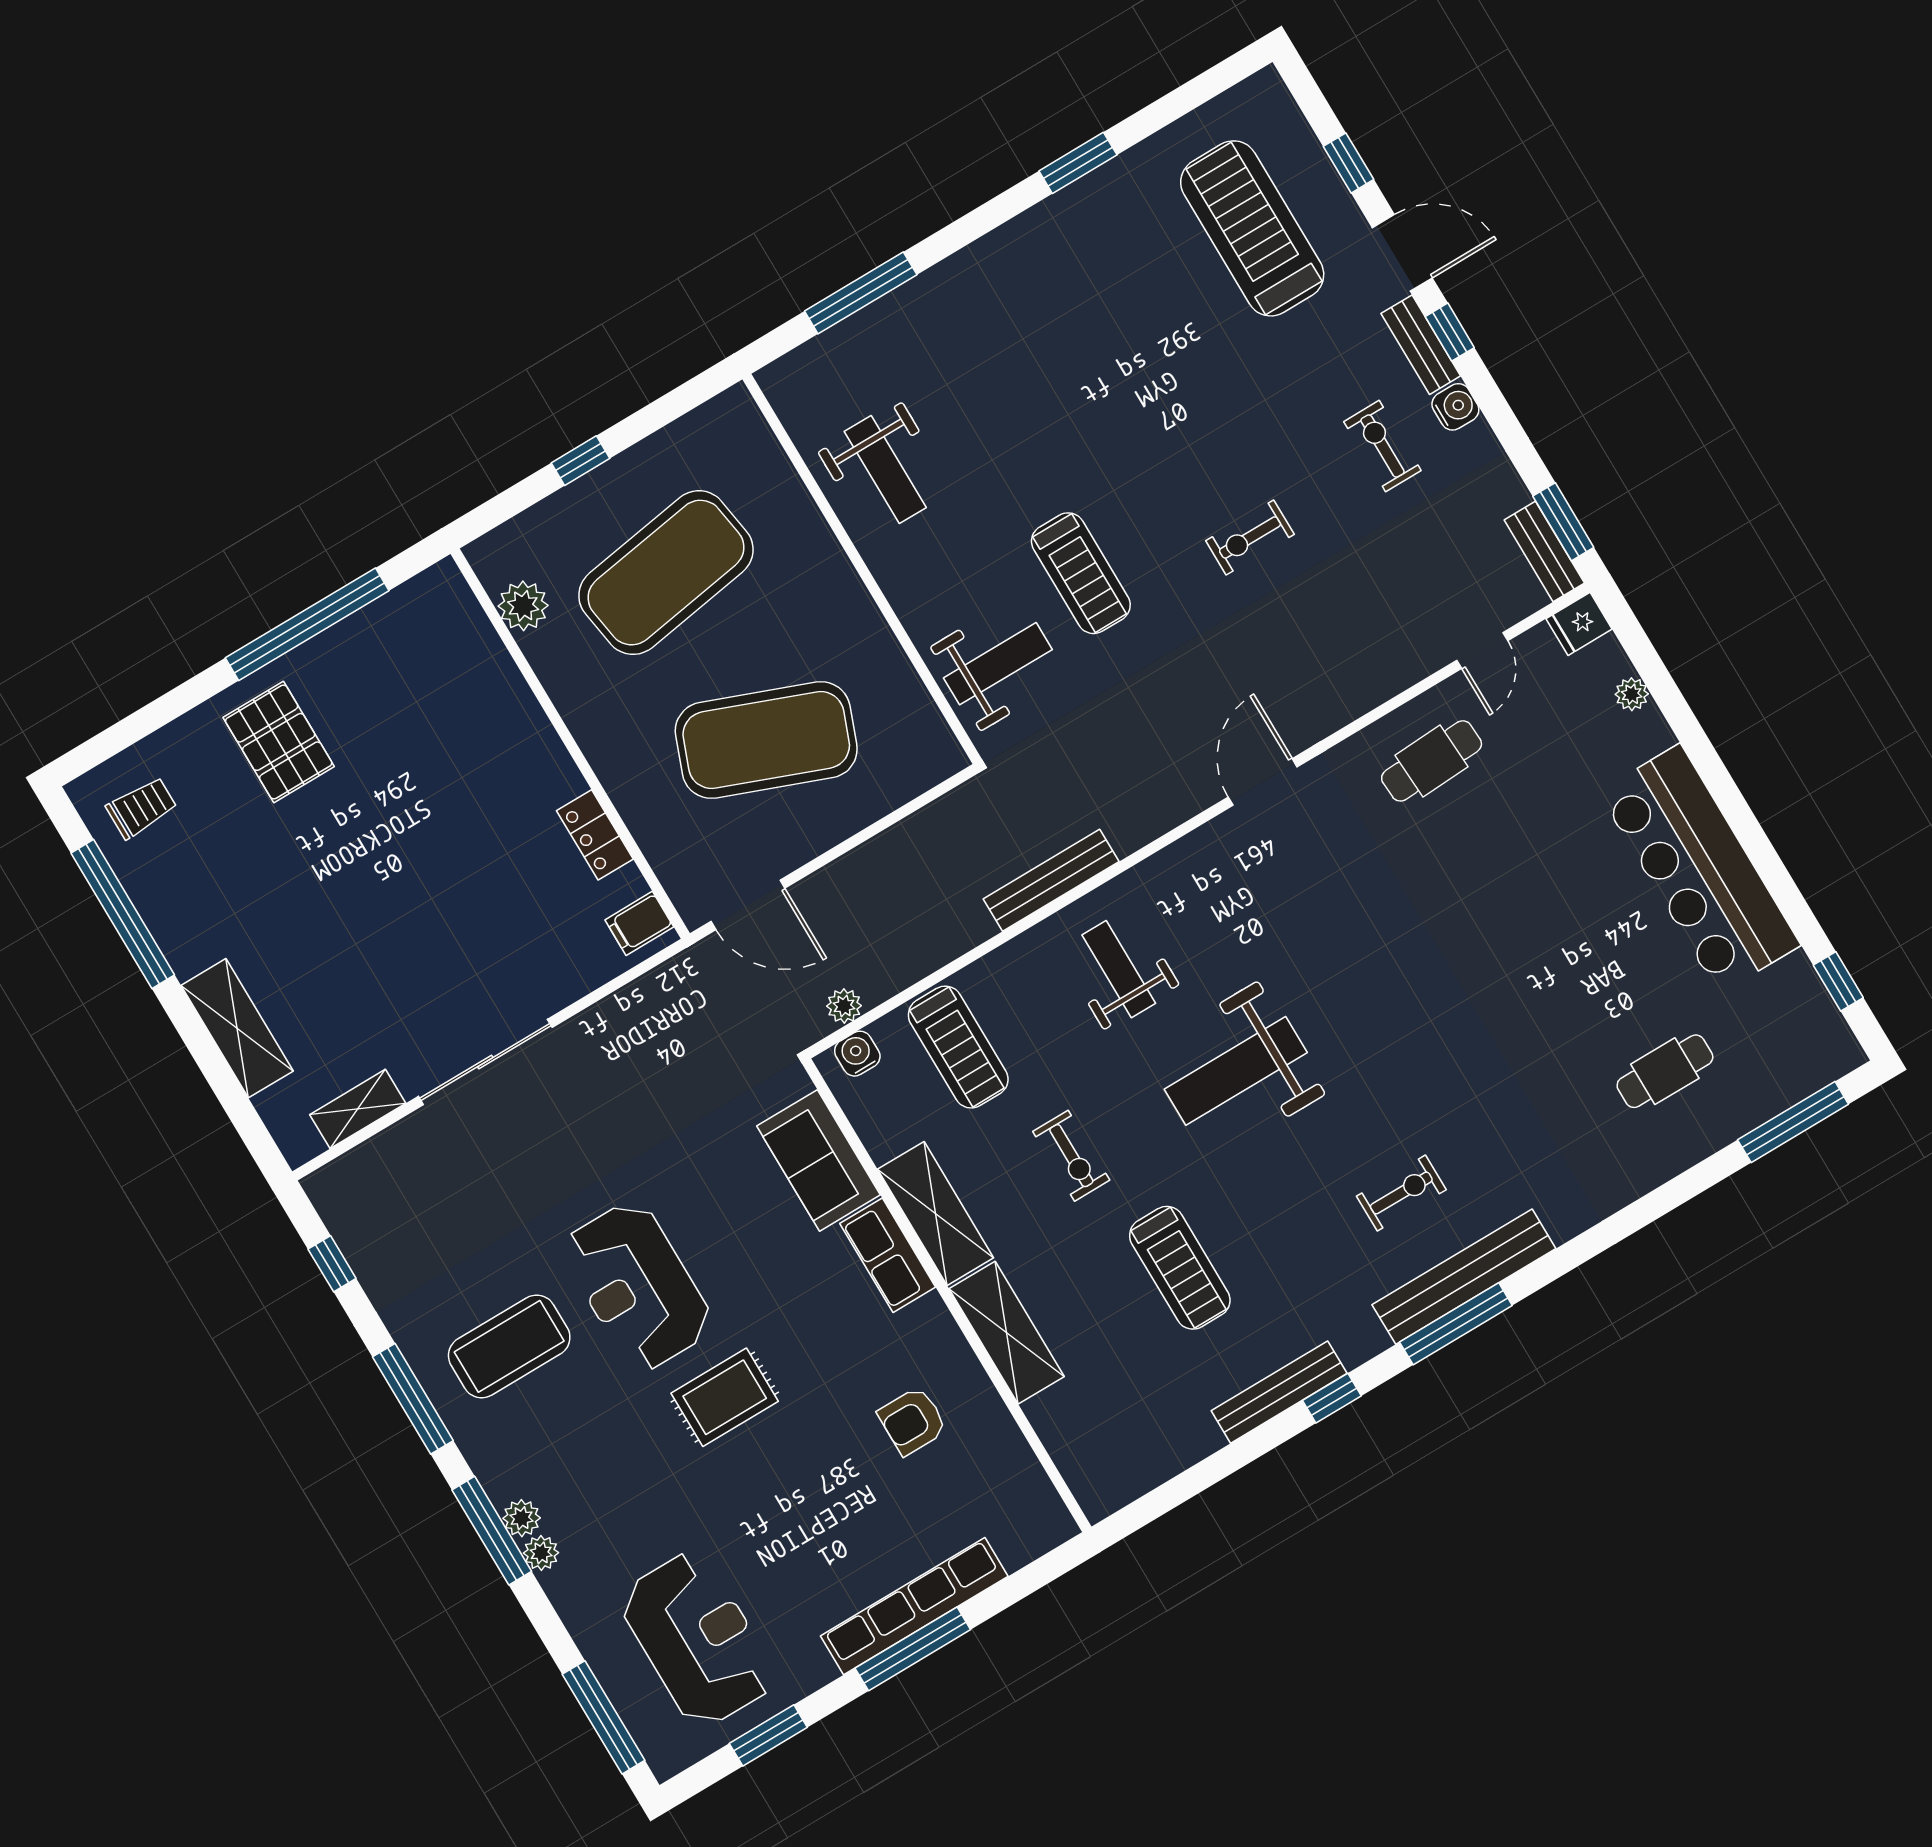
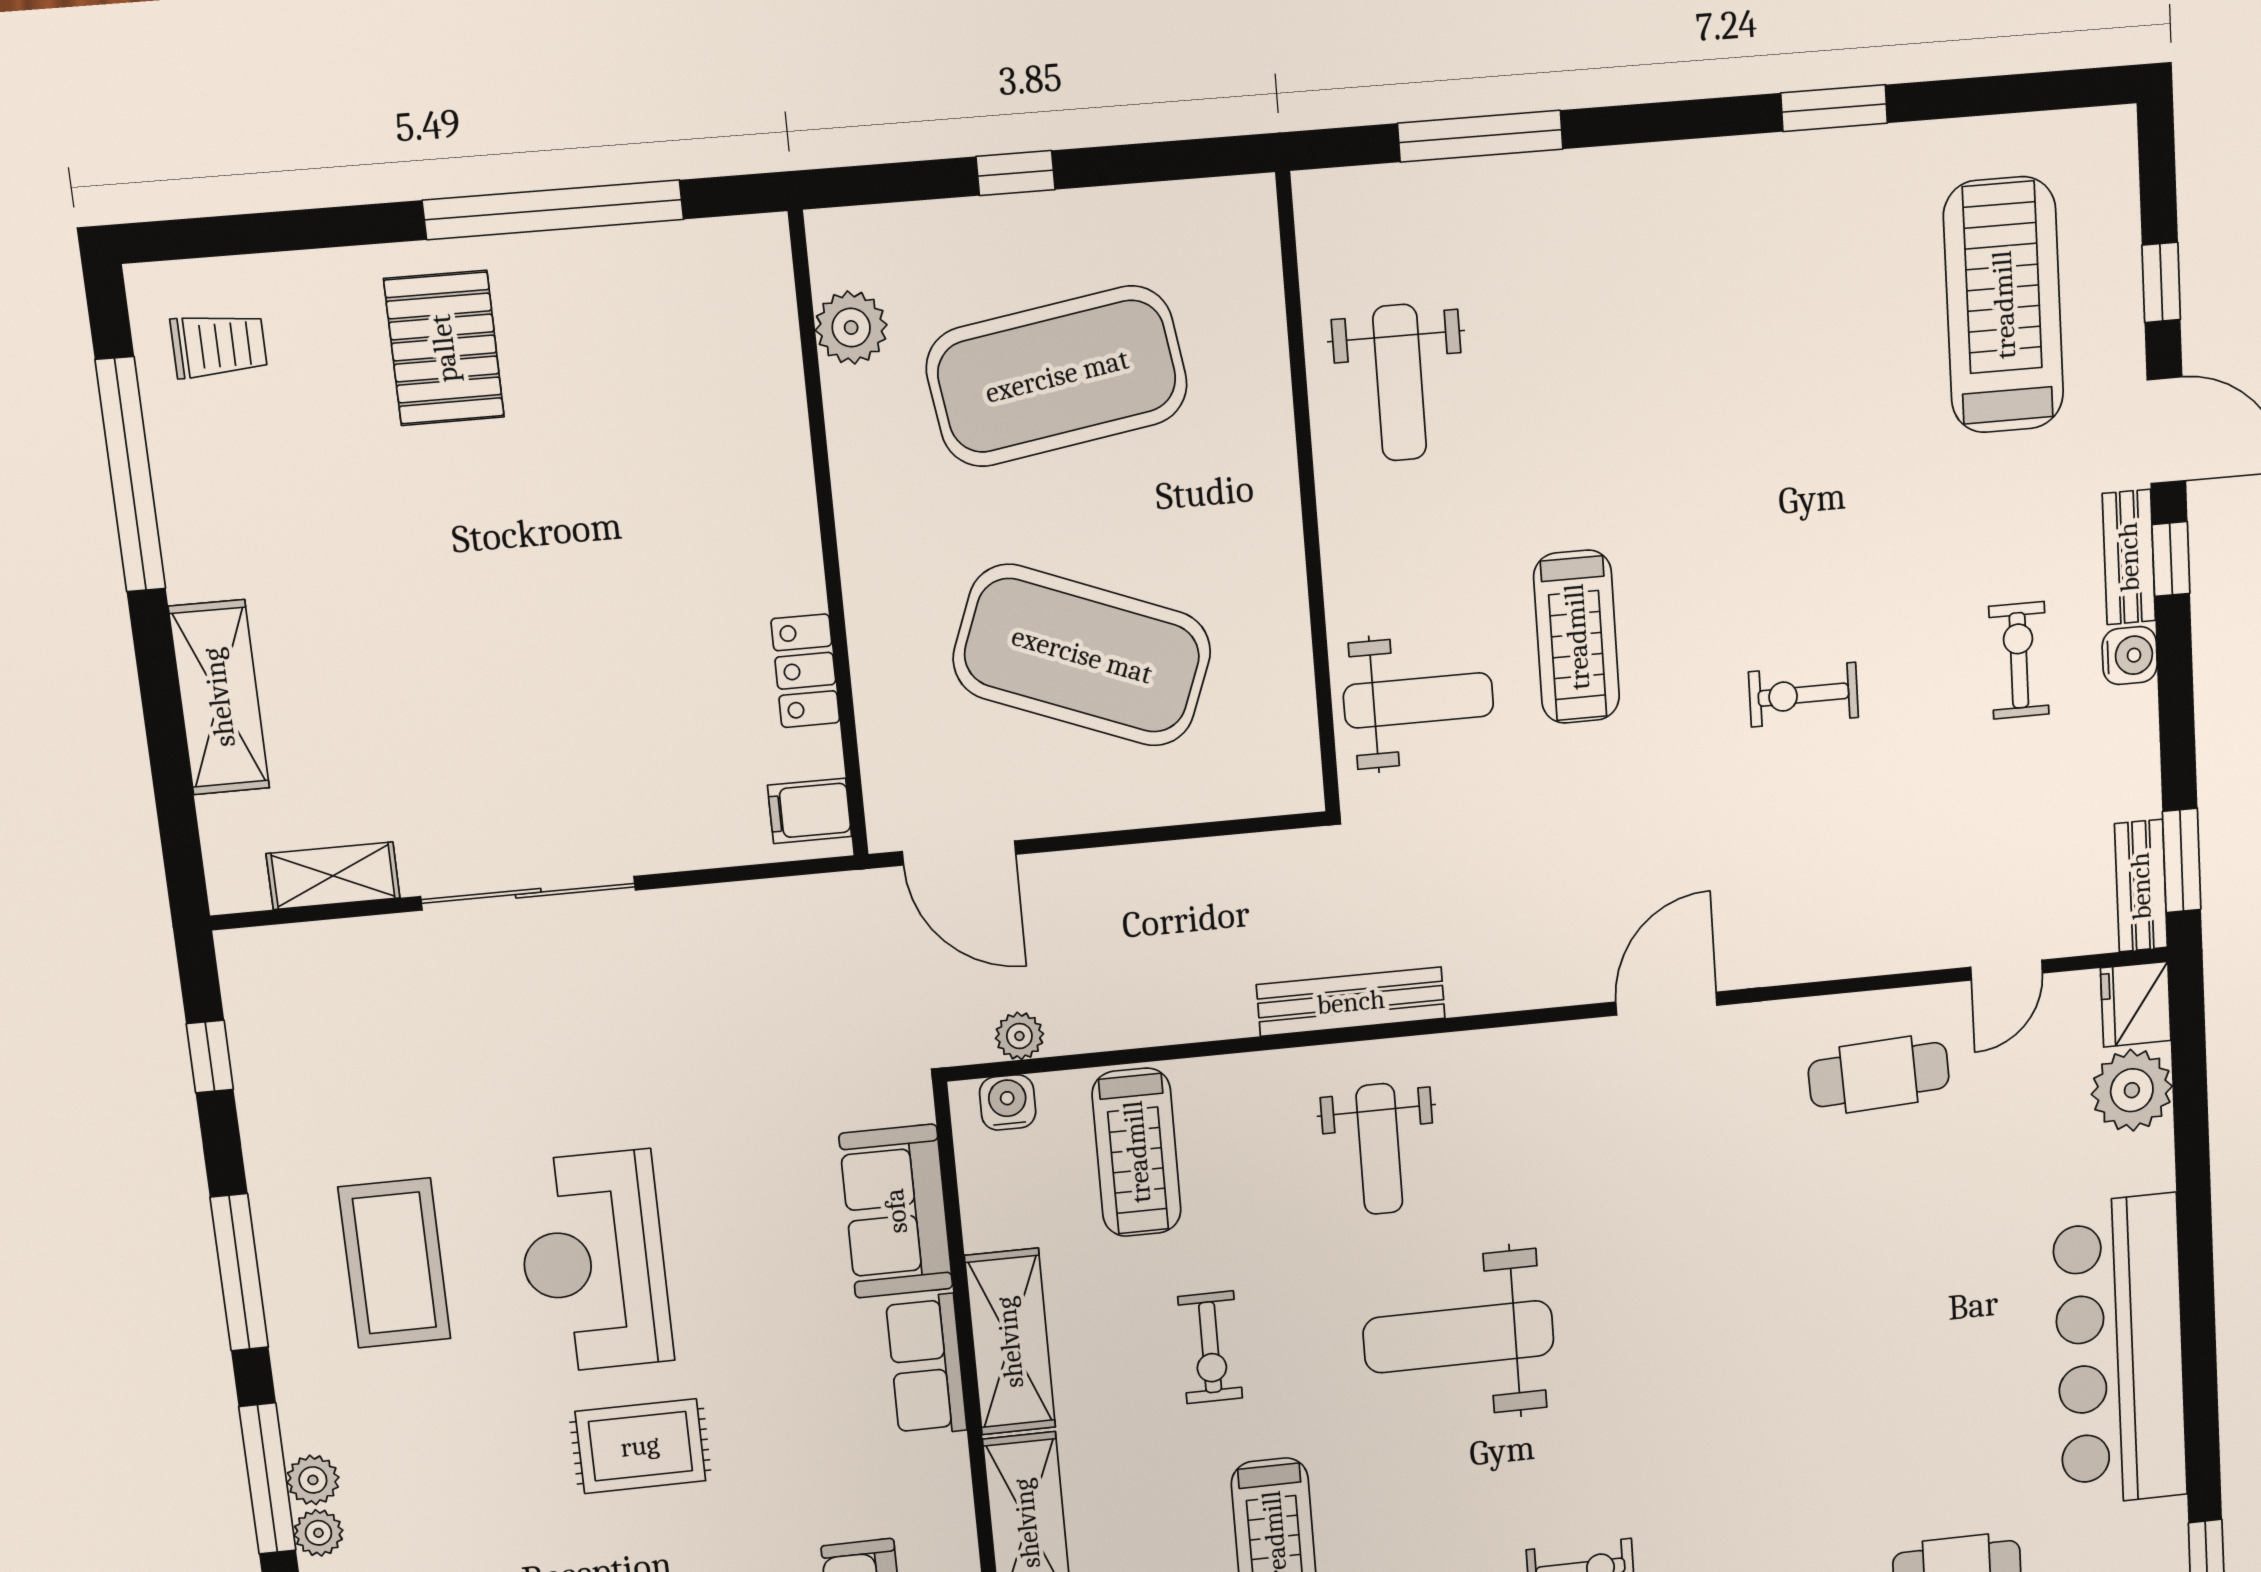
fridge: (1579, 624) -> (2136, 1004), width x1.38
plant: (1632, 694) -> (2132, 1090), width x1.87, depth x1.87
weight bench: (1119, 969) -> (1379, 1149), turned 180
coffee table: (509, 1346) -> (394, 1263), turned 90

